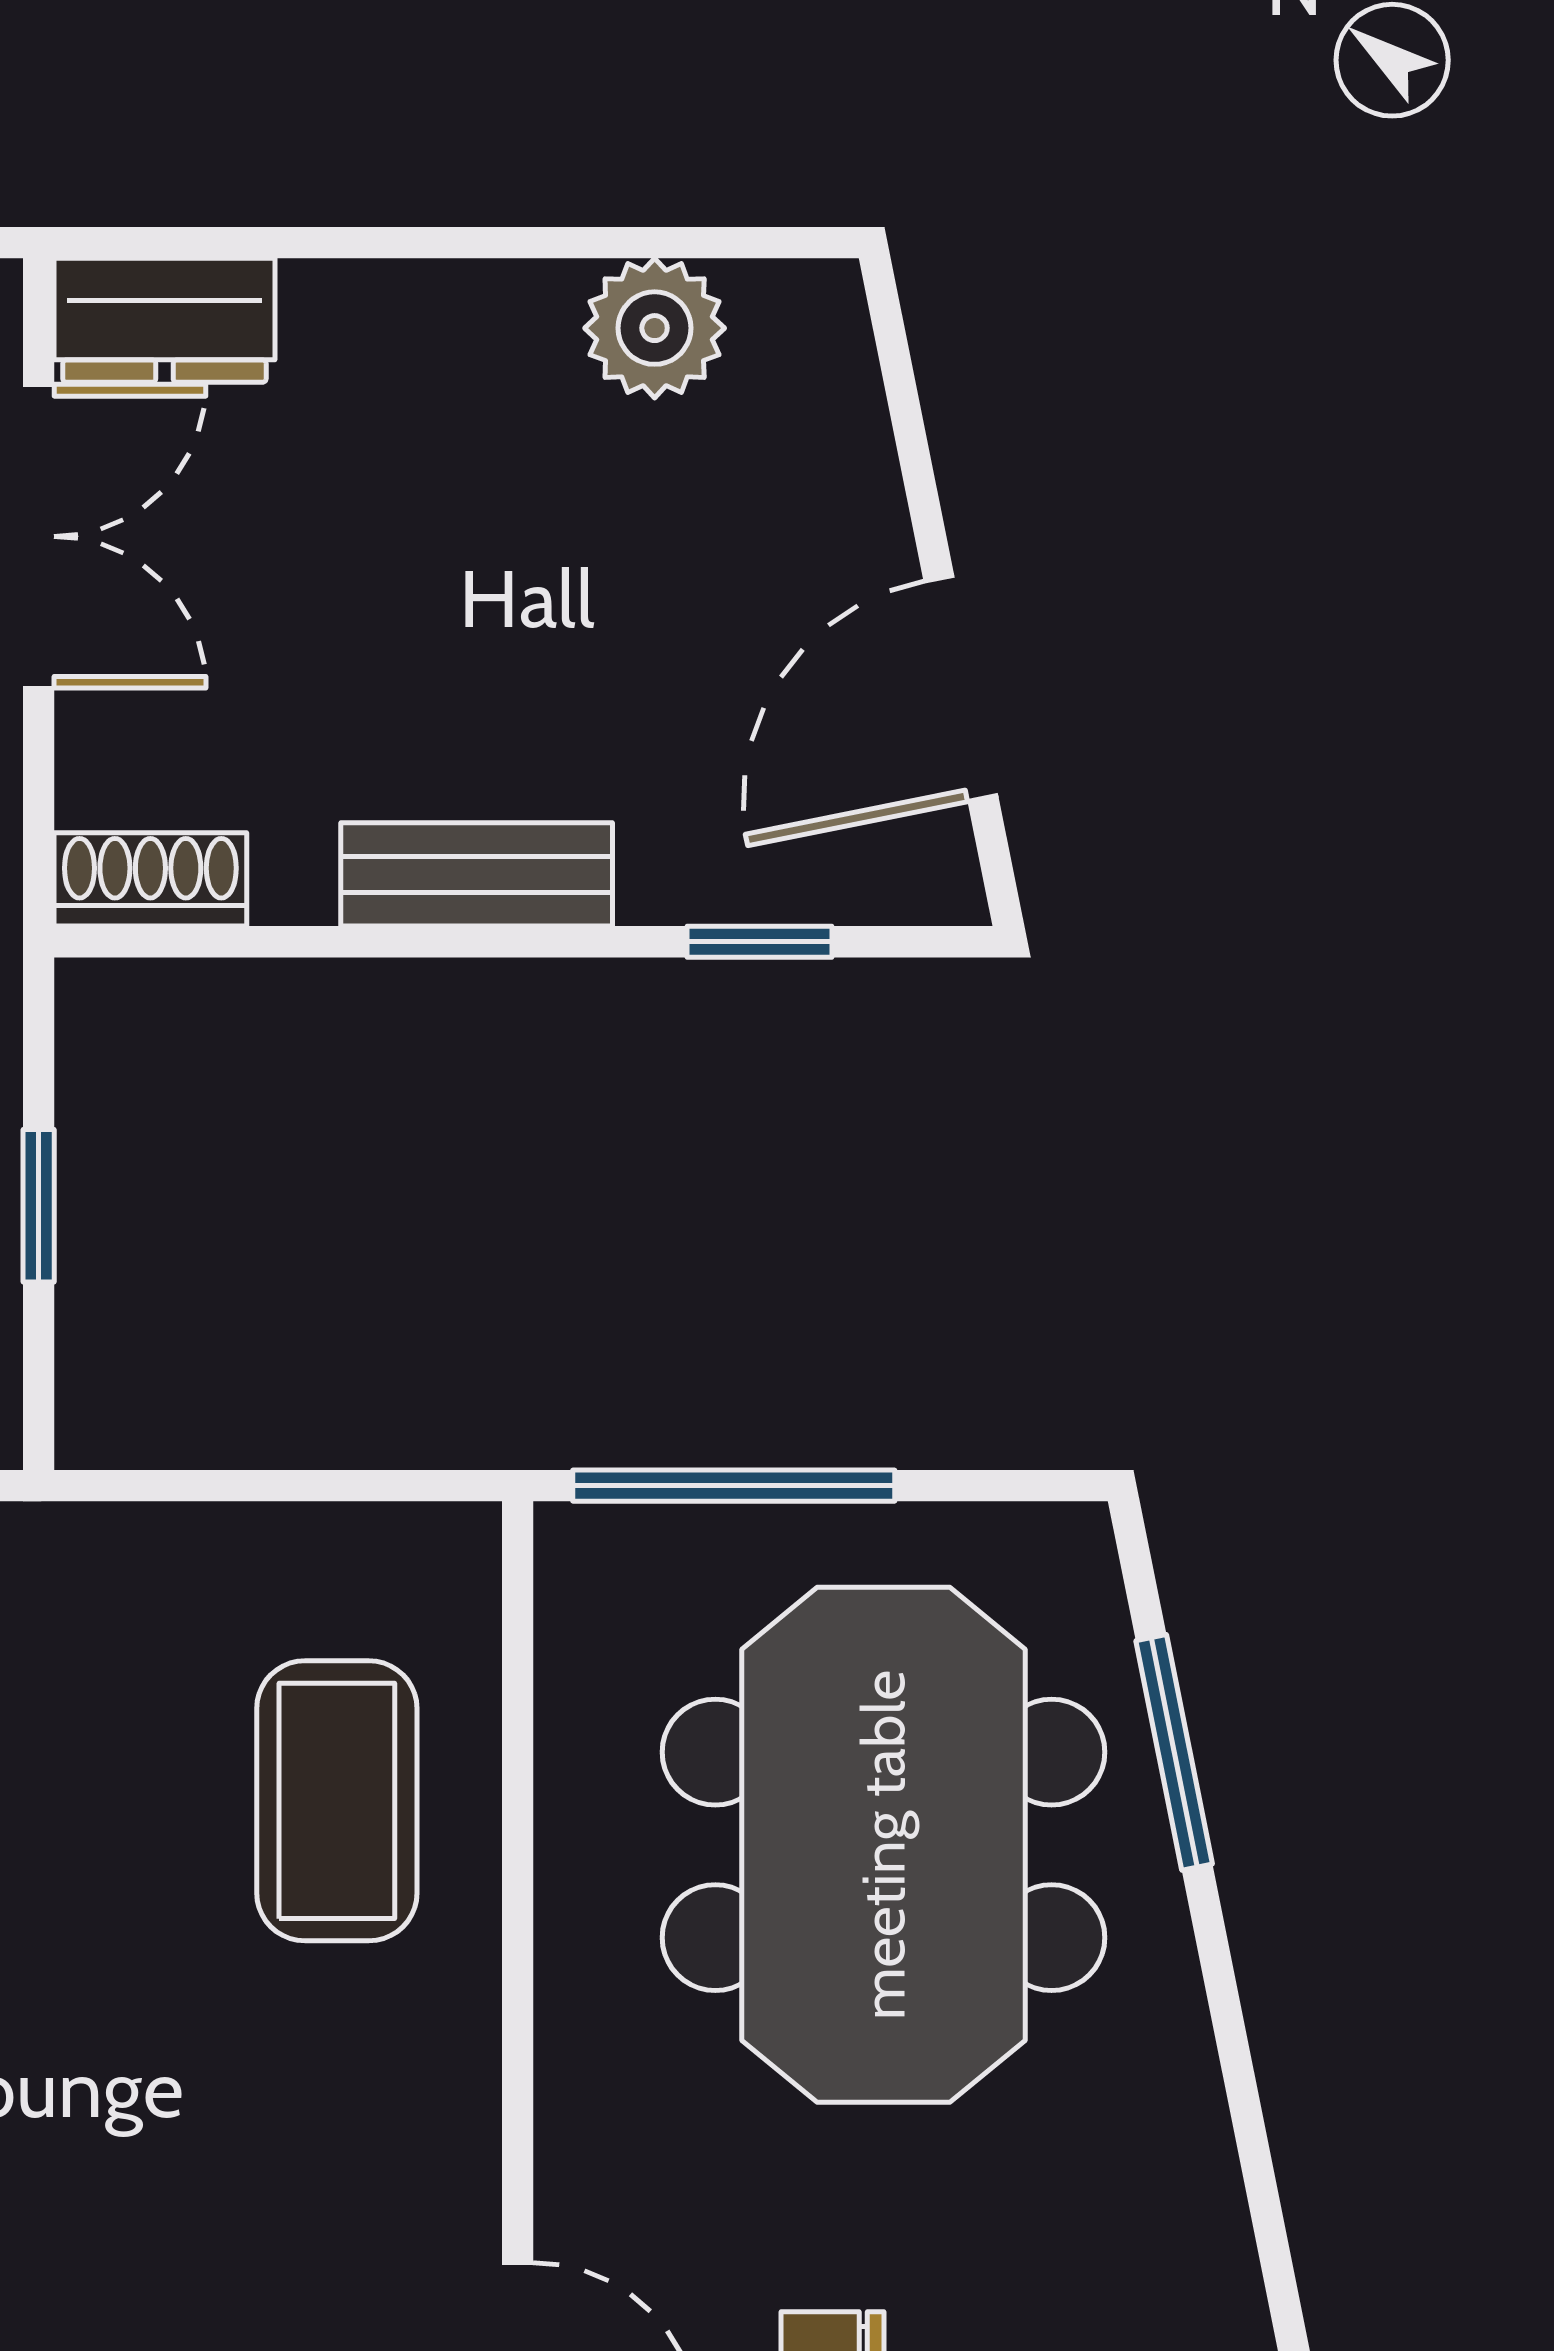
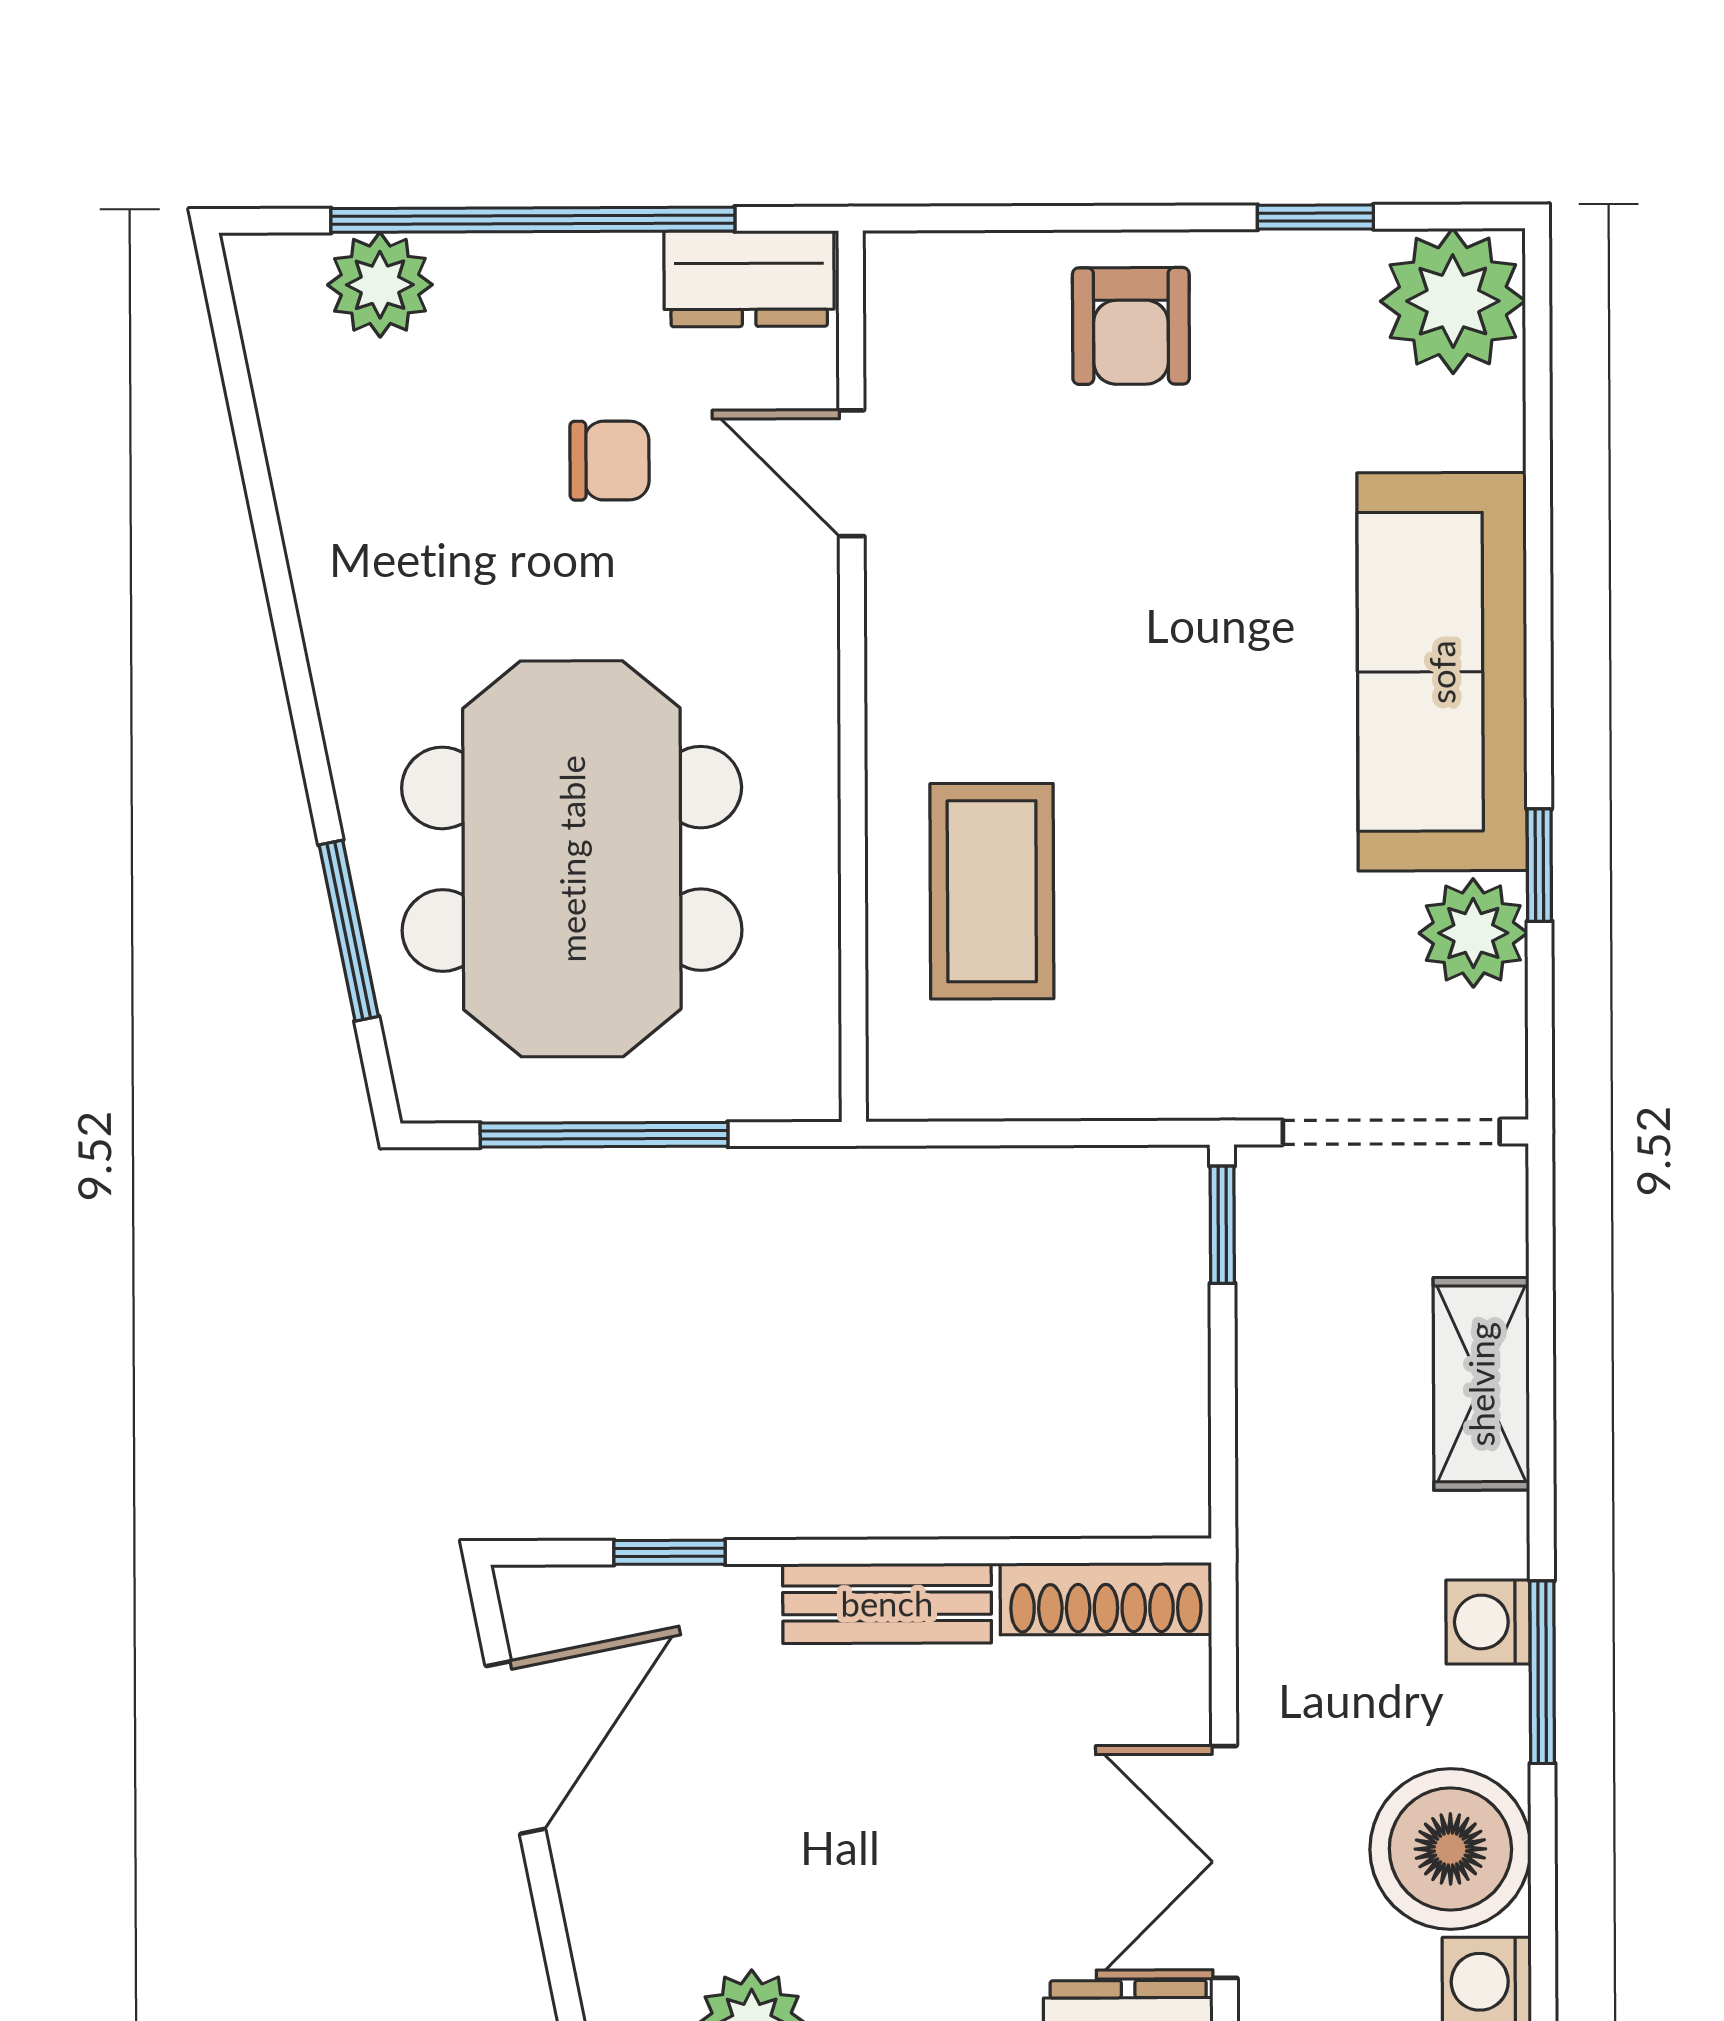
shoe rack: (150, 879) -> (1106, 1599), width x1.43
window: (39, 1206) -> (1222, 1225), moved
window: (734, 1486) -> (604, 1135), moved

